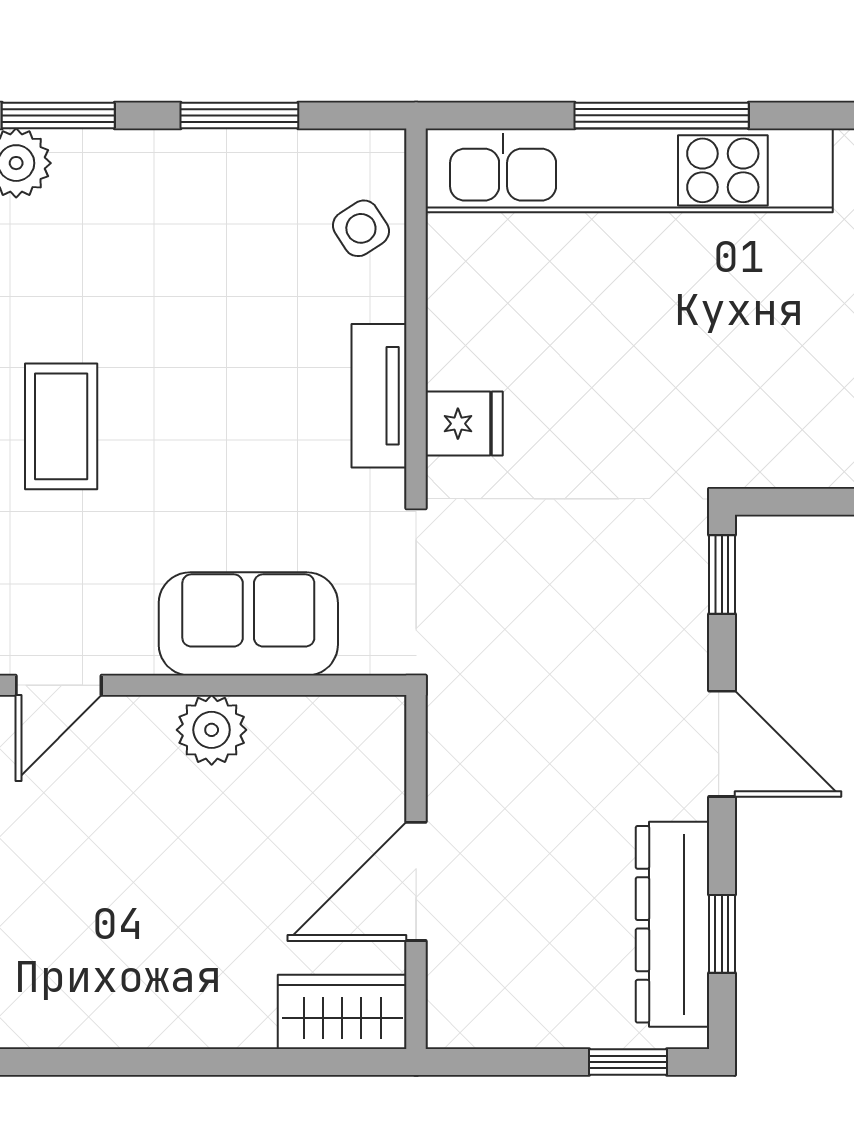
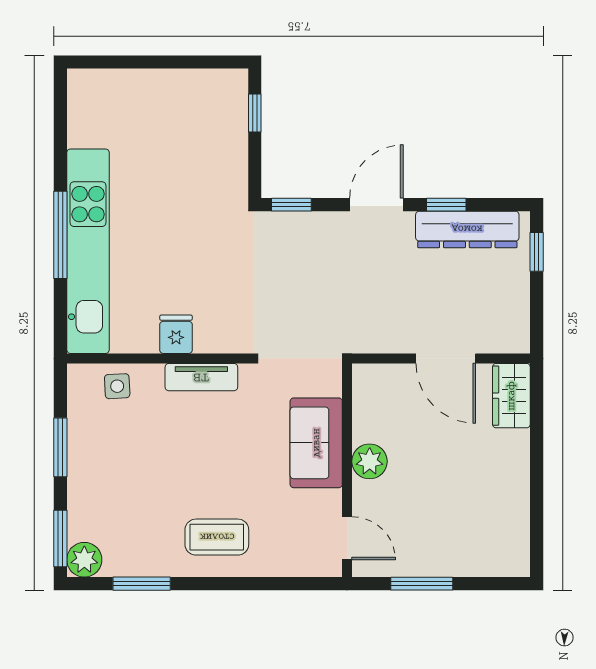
side table: (361, 228) -> (117, 386), turned 30
fridge: (464, 424) -> (176, 334), moved
window: (722, 934) -> (446, 205), moved

